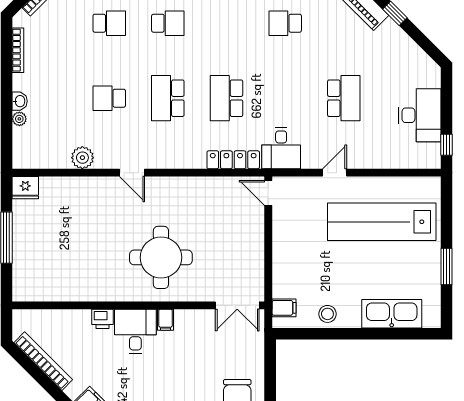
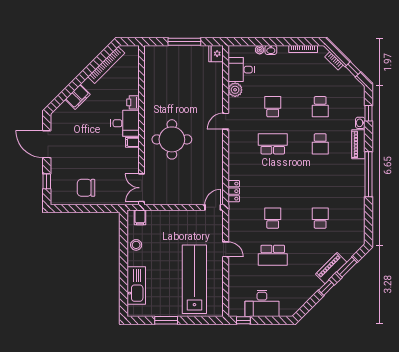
school desk: (227, 98) -> (273, 218), moved, width x0.54
desk: (281, 148) -> (241, 70), moved
locker: (233, 160) -> (234, 191), width x0.66

